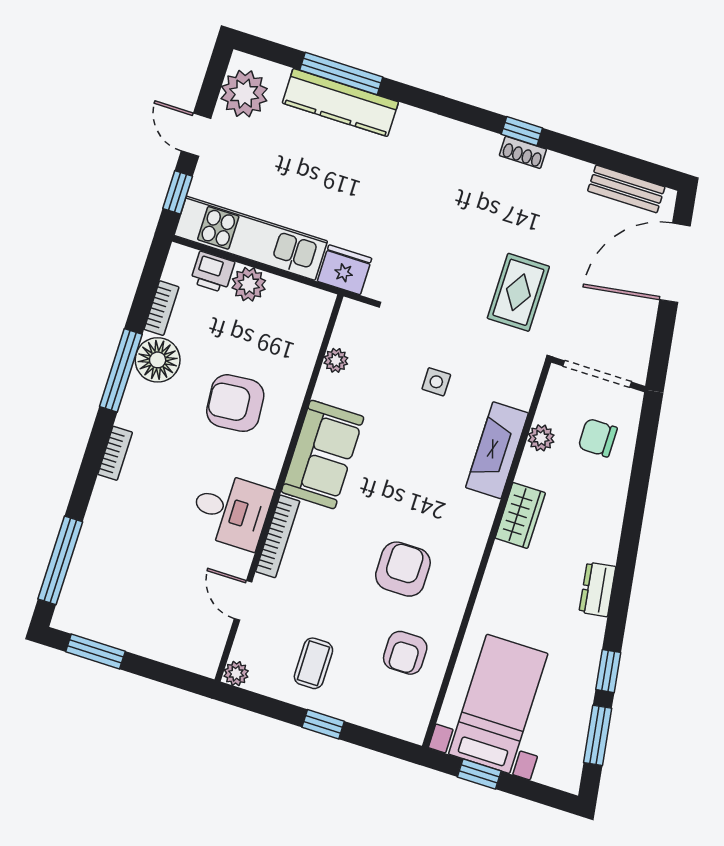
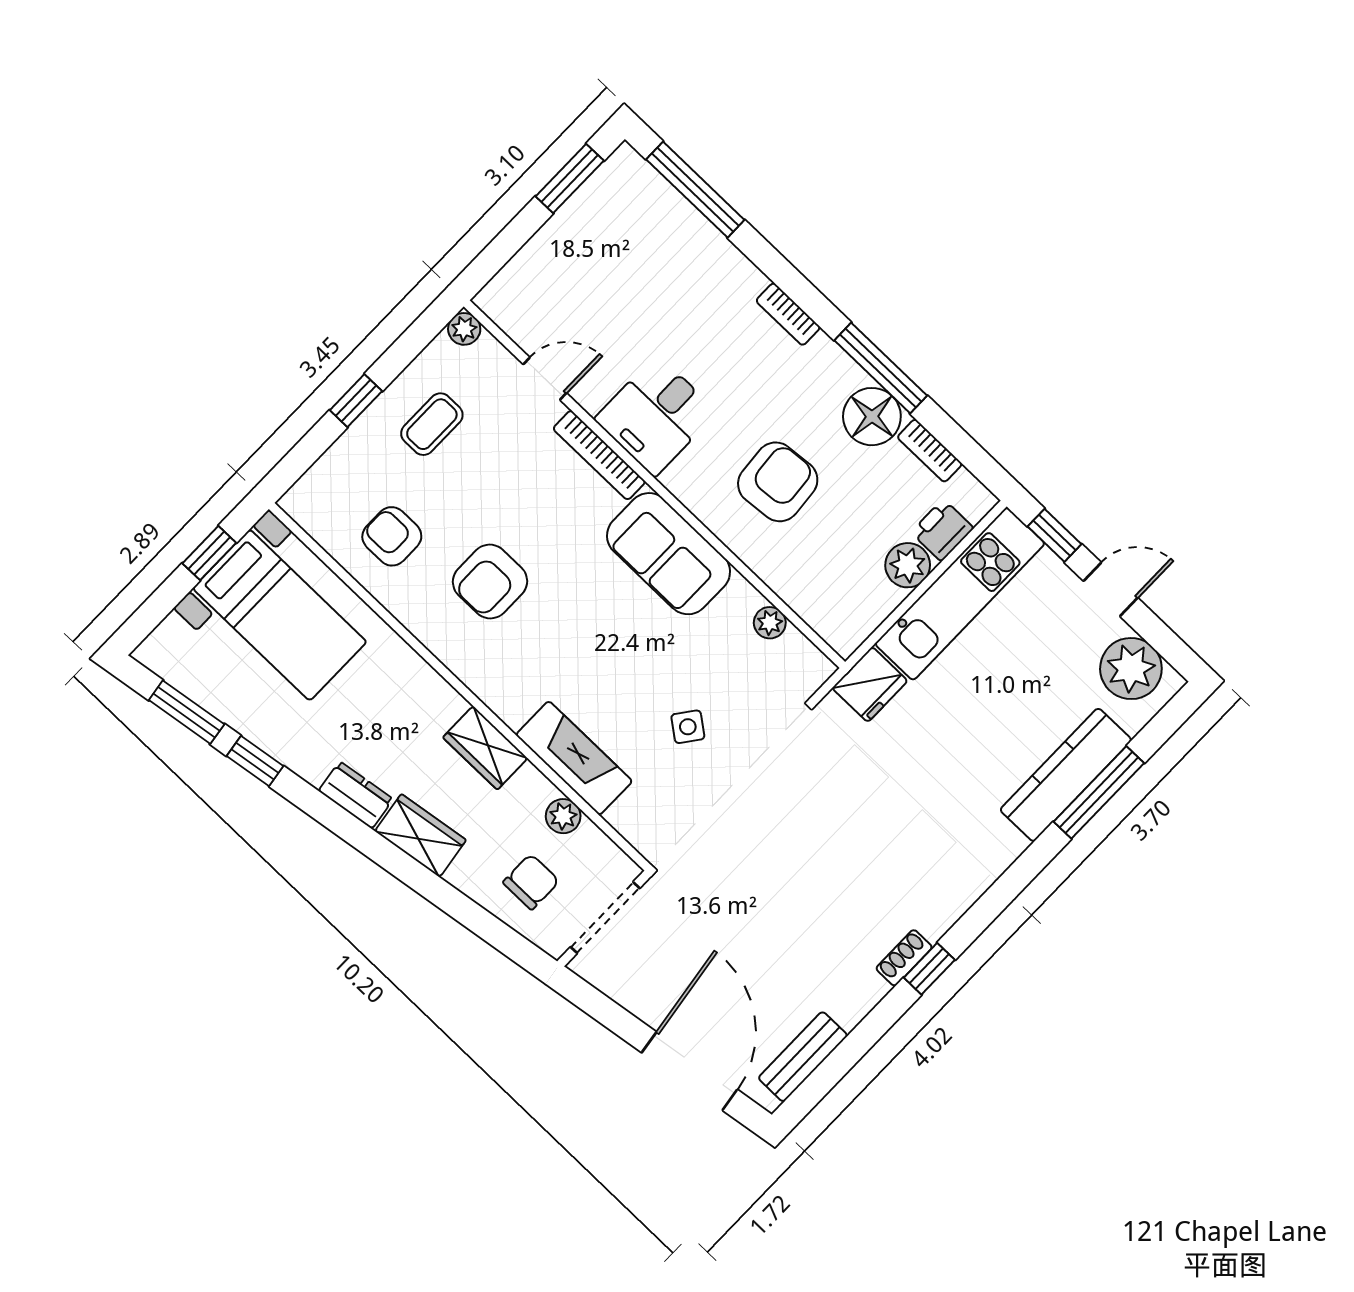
rug: (518, 292) -> (745, 873), removed
side table: (436, 382) -> (688, 727), turned 37
wardrobe: (603, 530) -> (420, 836), added
armchair: (403, 569) -> (490, 581), turned 90
coffee table: (313, 663) -> (432, 424), turned 90

